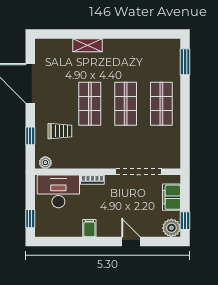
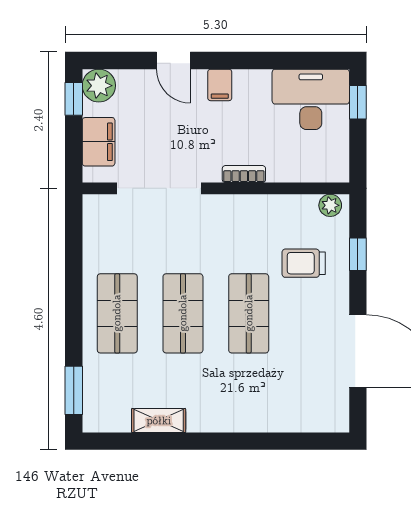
shelving: (87, 45) -> (159, 421), moved
desk: (58, 191) -> (311, 99), moved, turned 180
filing cabinet: (89, 228) -> (220, 85), moved

